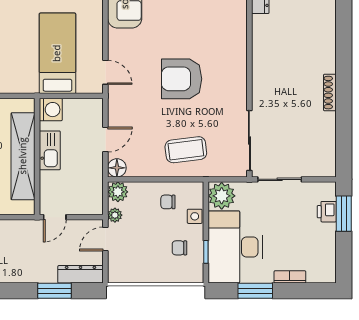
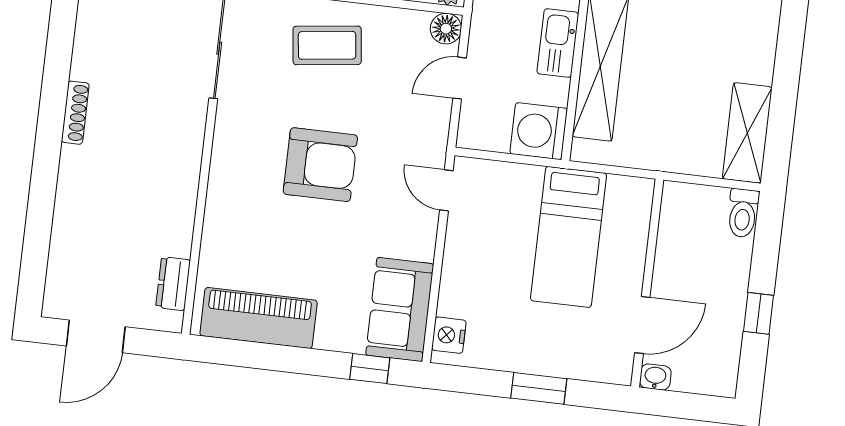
bed: (57, 53) -> (568, 237), moved
washing machine: (51, 110) -> (539, 131), width x1.37, depth x1.37
kitchen sink: (50, 150) -> (558, 43), moved

